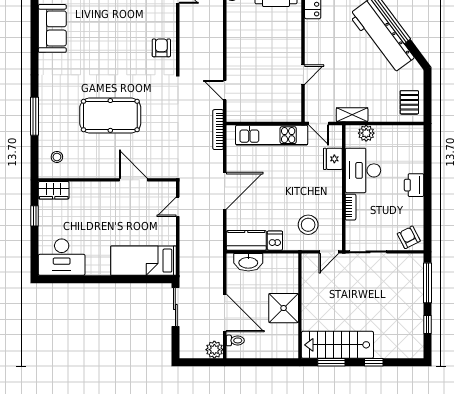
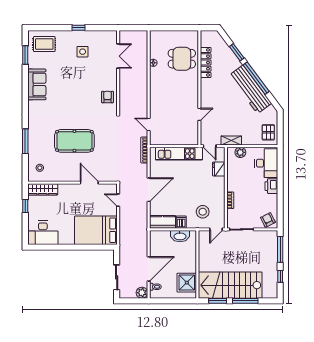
desk: (363, 170) -> (266, 163), moved, turned 180
wardrobe: (54, 190) -> (43, 189), width x1.50
door: (178, 207) -> (118, 200), hinge flipped
bed: (143, 261) -> (96, 230), width x1.50
washbasin: (248, 262) -> (180, 236), moved
sliding door: (175, 307) -> (117, 277), moved
shower: (284, 308) -> (187, 283), moved
door: (225, 313) -> (149, 269), hinge flipped
stairs: (337, 345) -> (230, 285), width x1.36, depth x1.51
window: (374, 362) -> (245, 301), width x2.17

